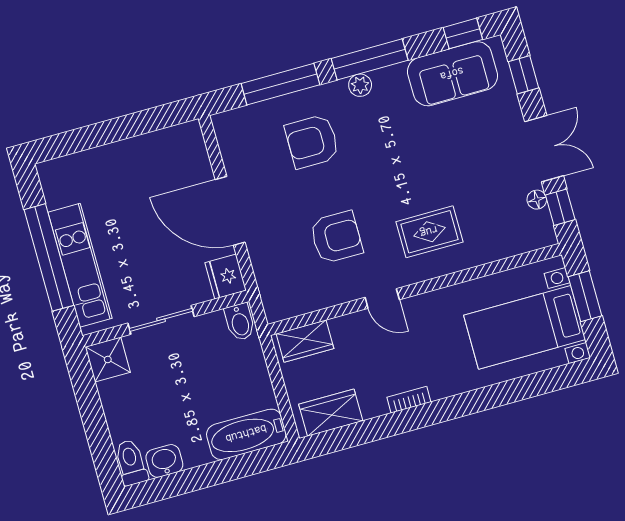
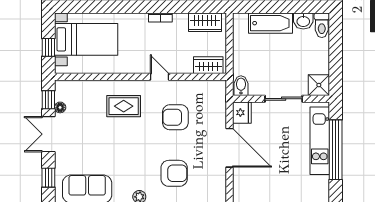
window: (585, 296) -> (48, 47), width x0.67
bathtub: (246, 434) -> (270, 23), moved

